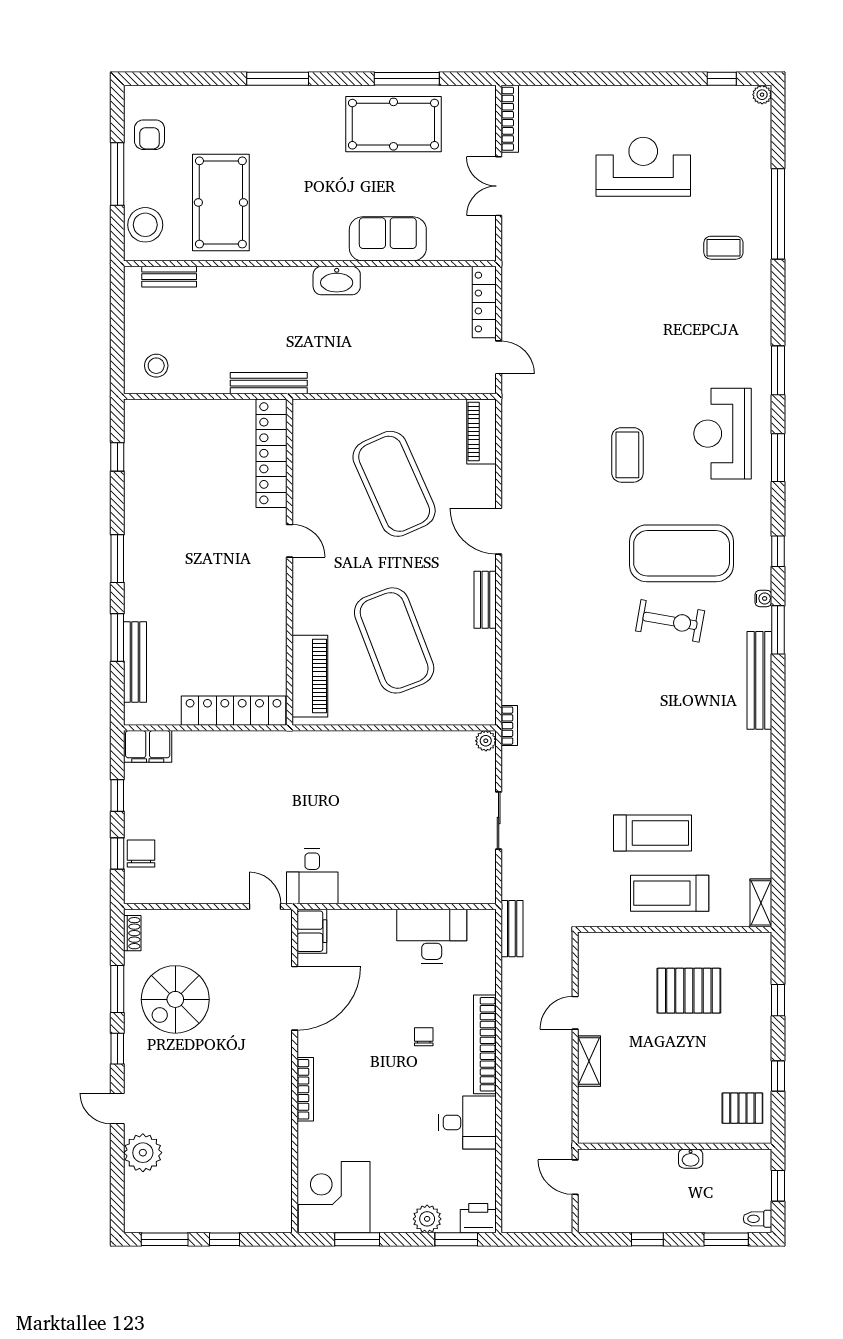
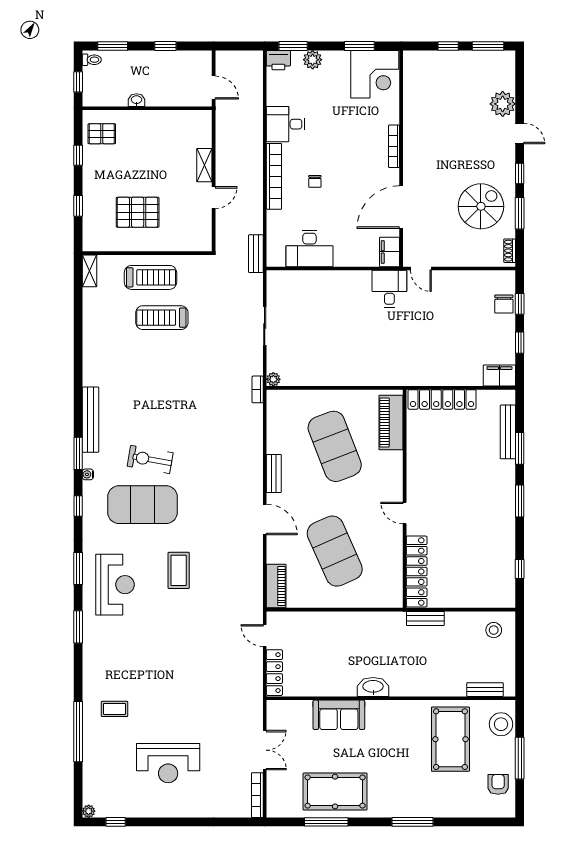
bench: (269, 383) -> (425, 618), width x0.73

